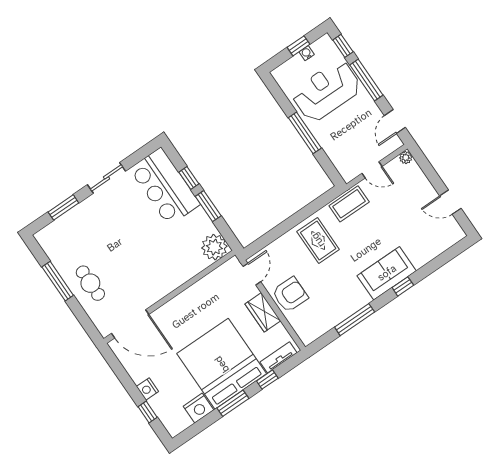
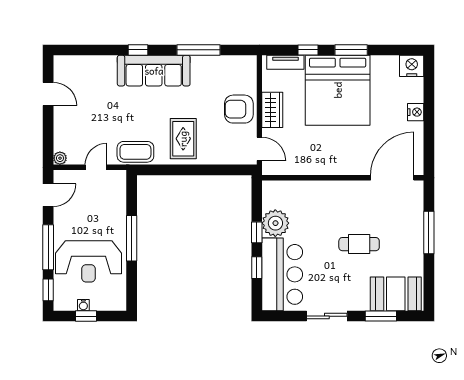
door: (372, 170) -> (96, 167), hinge flipped
window: (208, 206) -> (257, 232), width x0.67
booth: (64, 233) -> (396, 294), added
plant: (214, 247) -> (275, 223), moved
sofa: (387, 273) -> (154, 71), width x1.36
door: (252, 274) -> (259, 149), swing flipped
window: (58, 281) -> (429, 233), moved
cafe table: (90, 283) -> (359, 244), moved, turned 90
door: (130, 324) -> (392, 178), hinge flipped
nightstand: (199, 408) -> (412, 66), moved
window: (148, 412) -> (429, 92), removed

